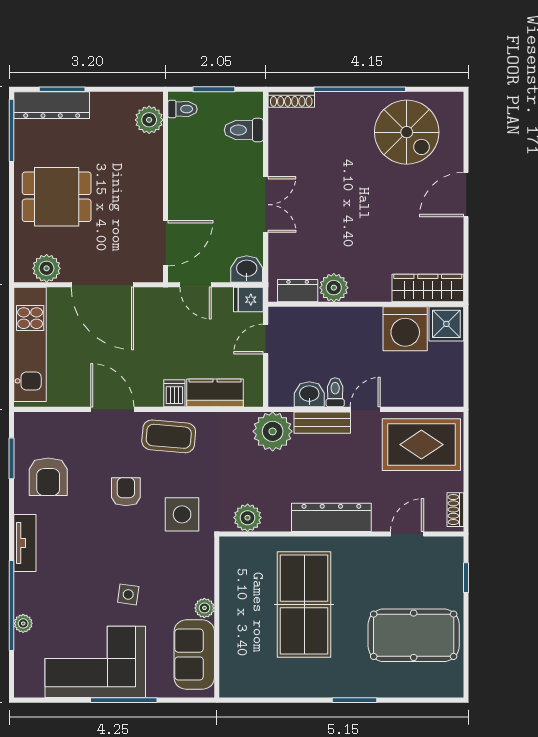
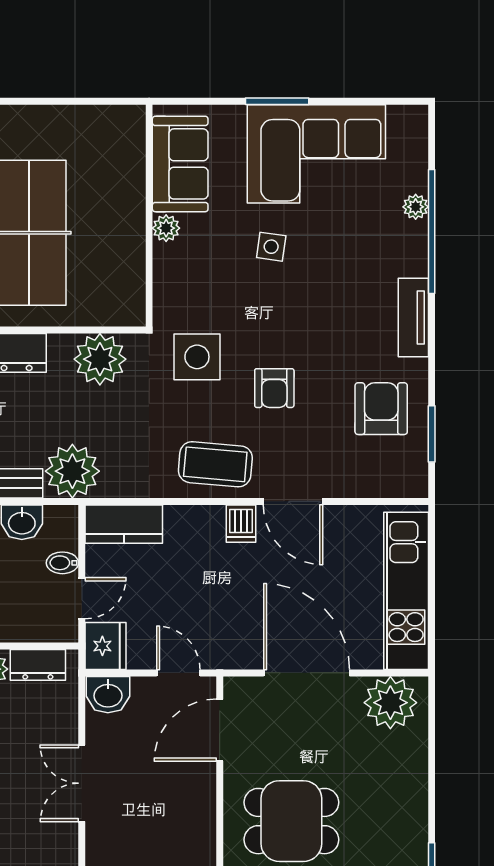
dining table: (57, 197) -> (291, 821), moved
plant: (47, 268) -> (390, 703), width x1.36, depth x1.36
fridge: (248, 300) -> (106, 646), width x1.38
bidet: (280, 365) -> (62, 563), added
dishwasher: (174, 393) -> (241, 524), moved
kitchen counter: (215, 393) -> (124, 524), moved
plant: (248, 518) -> (100, 359), width x1.36, depth x1.36
window: (124, 700) -> (277, 101), width x0.69

